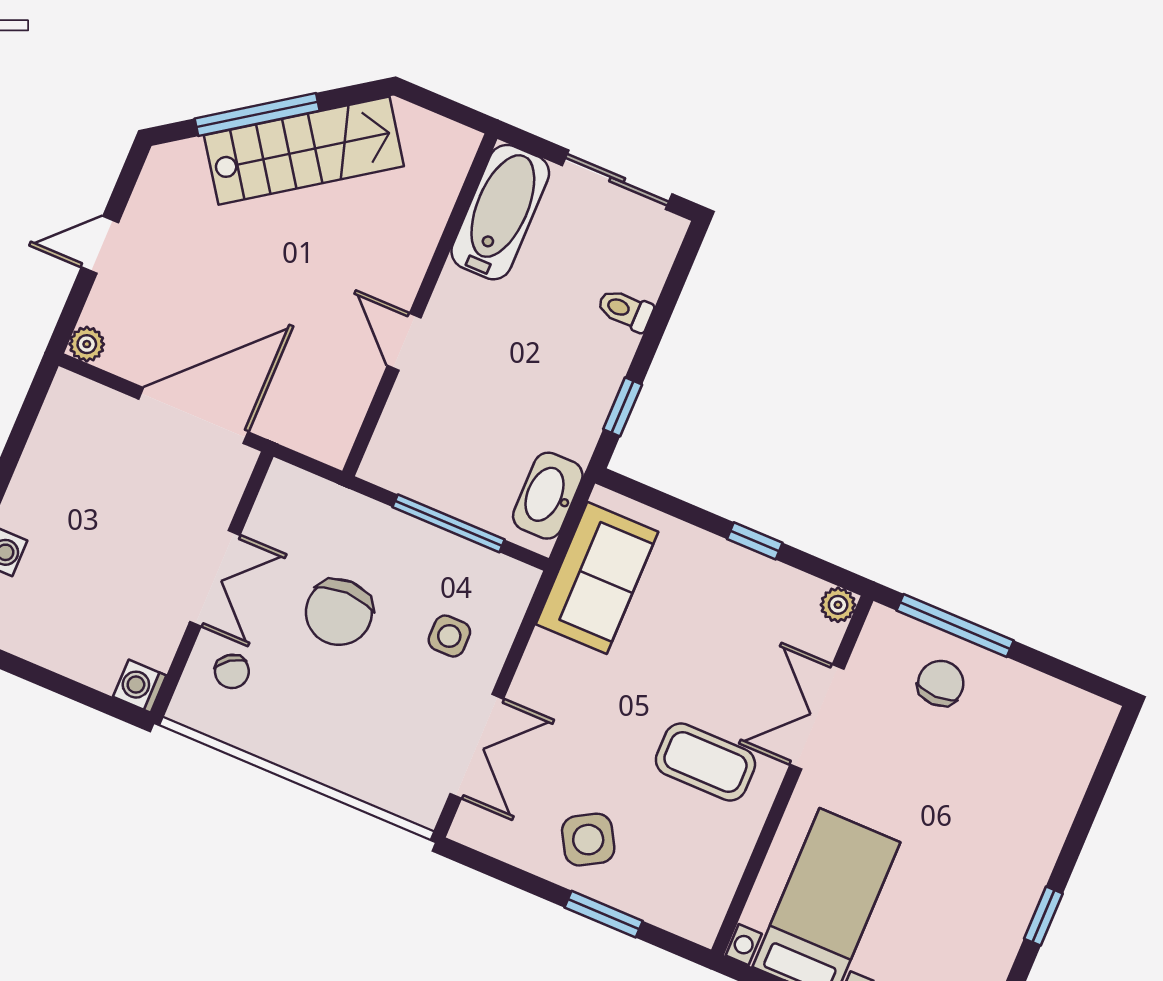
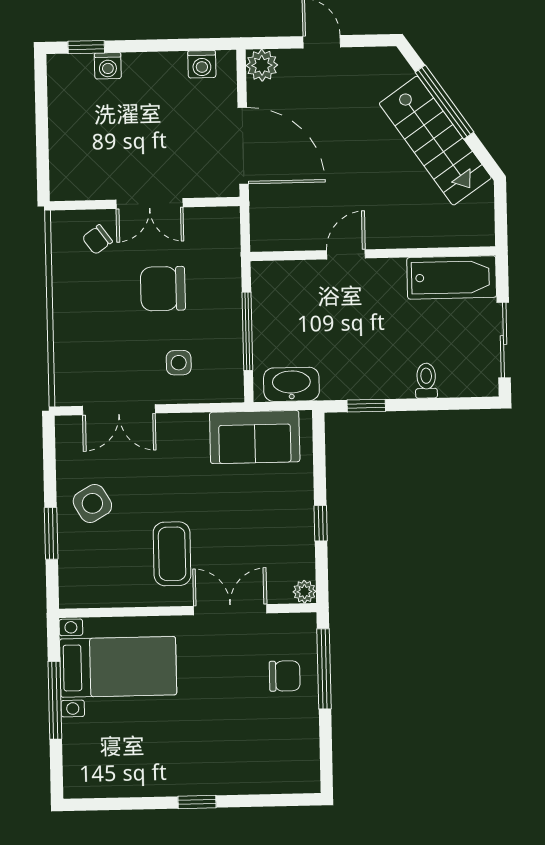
plant: (87, 344) -> (262, 65), width x1.38, depth x1.38
washing machine: (140, 686) -> (202, 64), moved, turned 180
window: (1043, 916) -> (197, 802), moved

